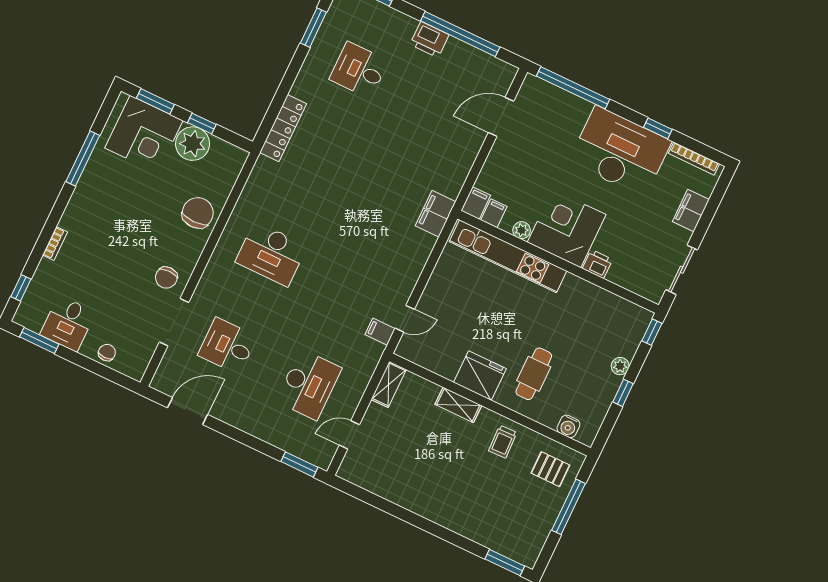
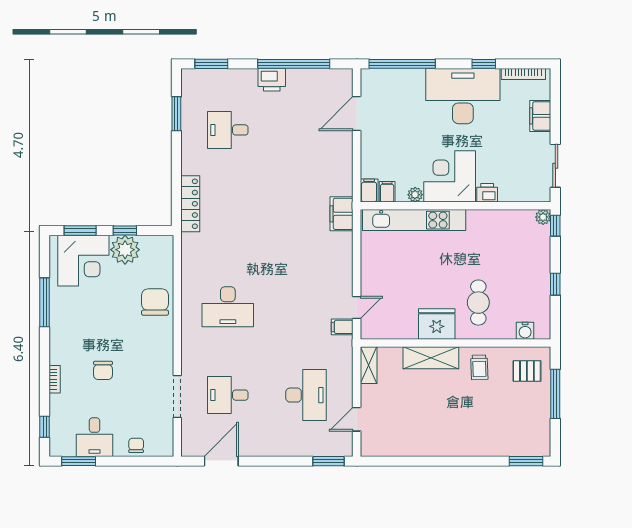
chair: (166, 278) -> (103, 370), moved
plant: (620, 366) -> (543, 217), moved
shelving: (458, 405) -> (431, 358), width x1.50, depth x1.33

